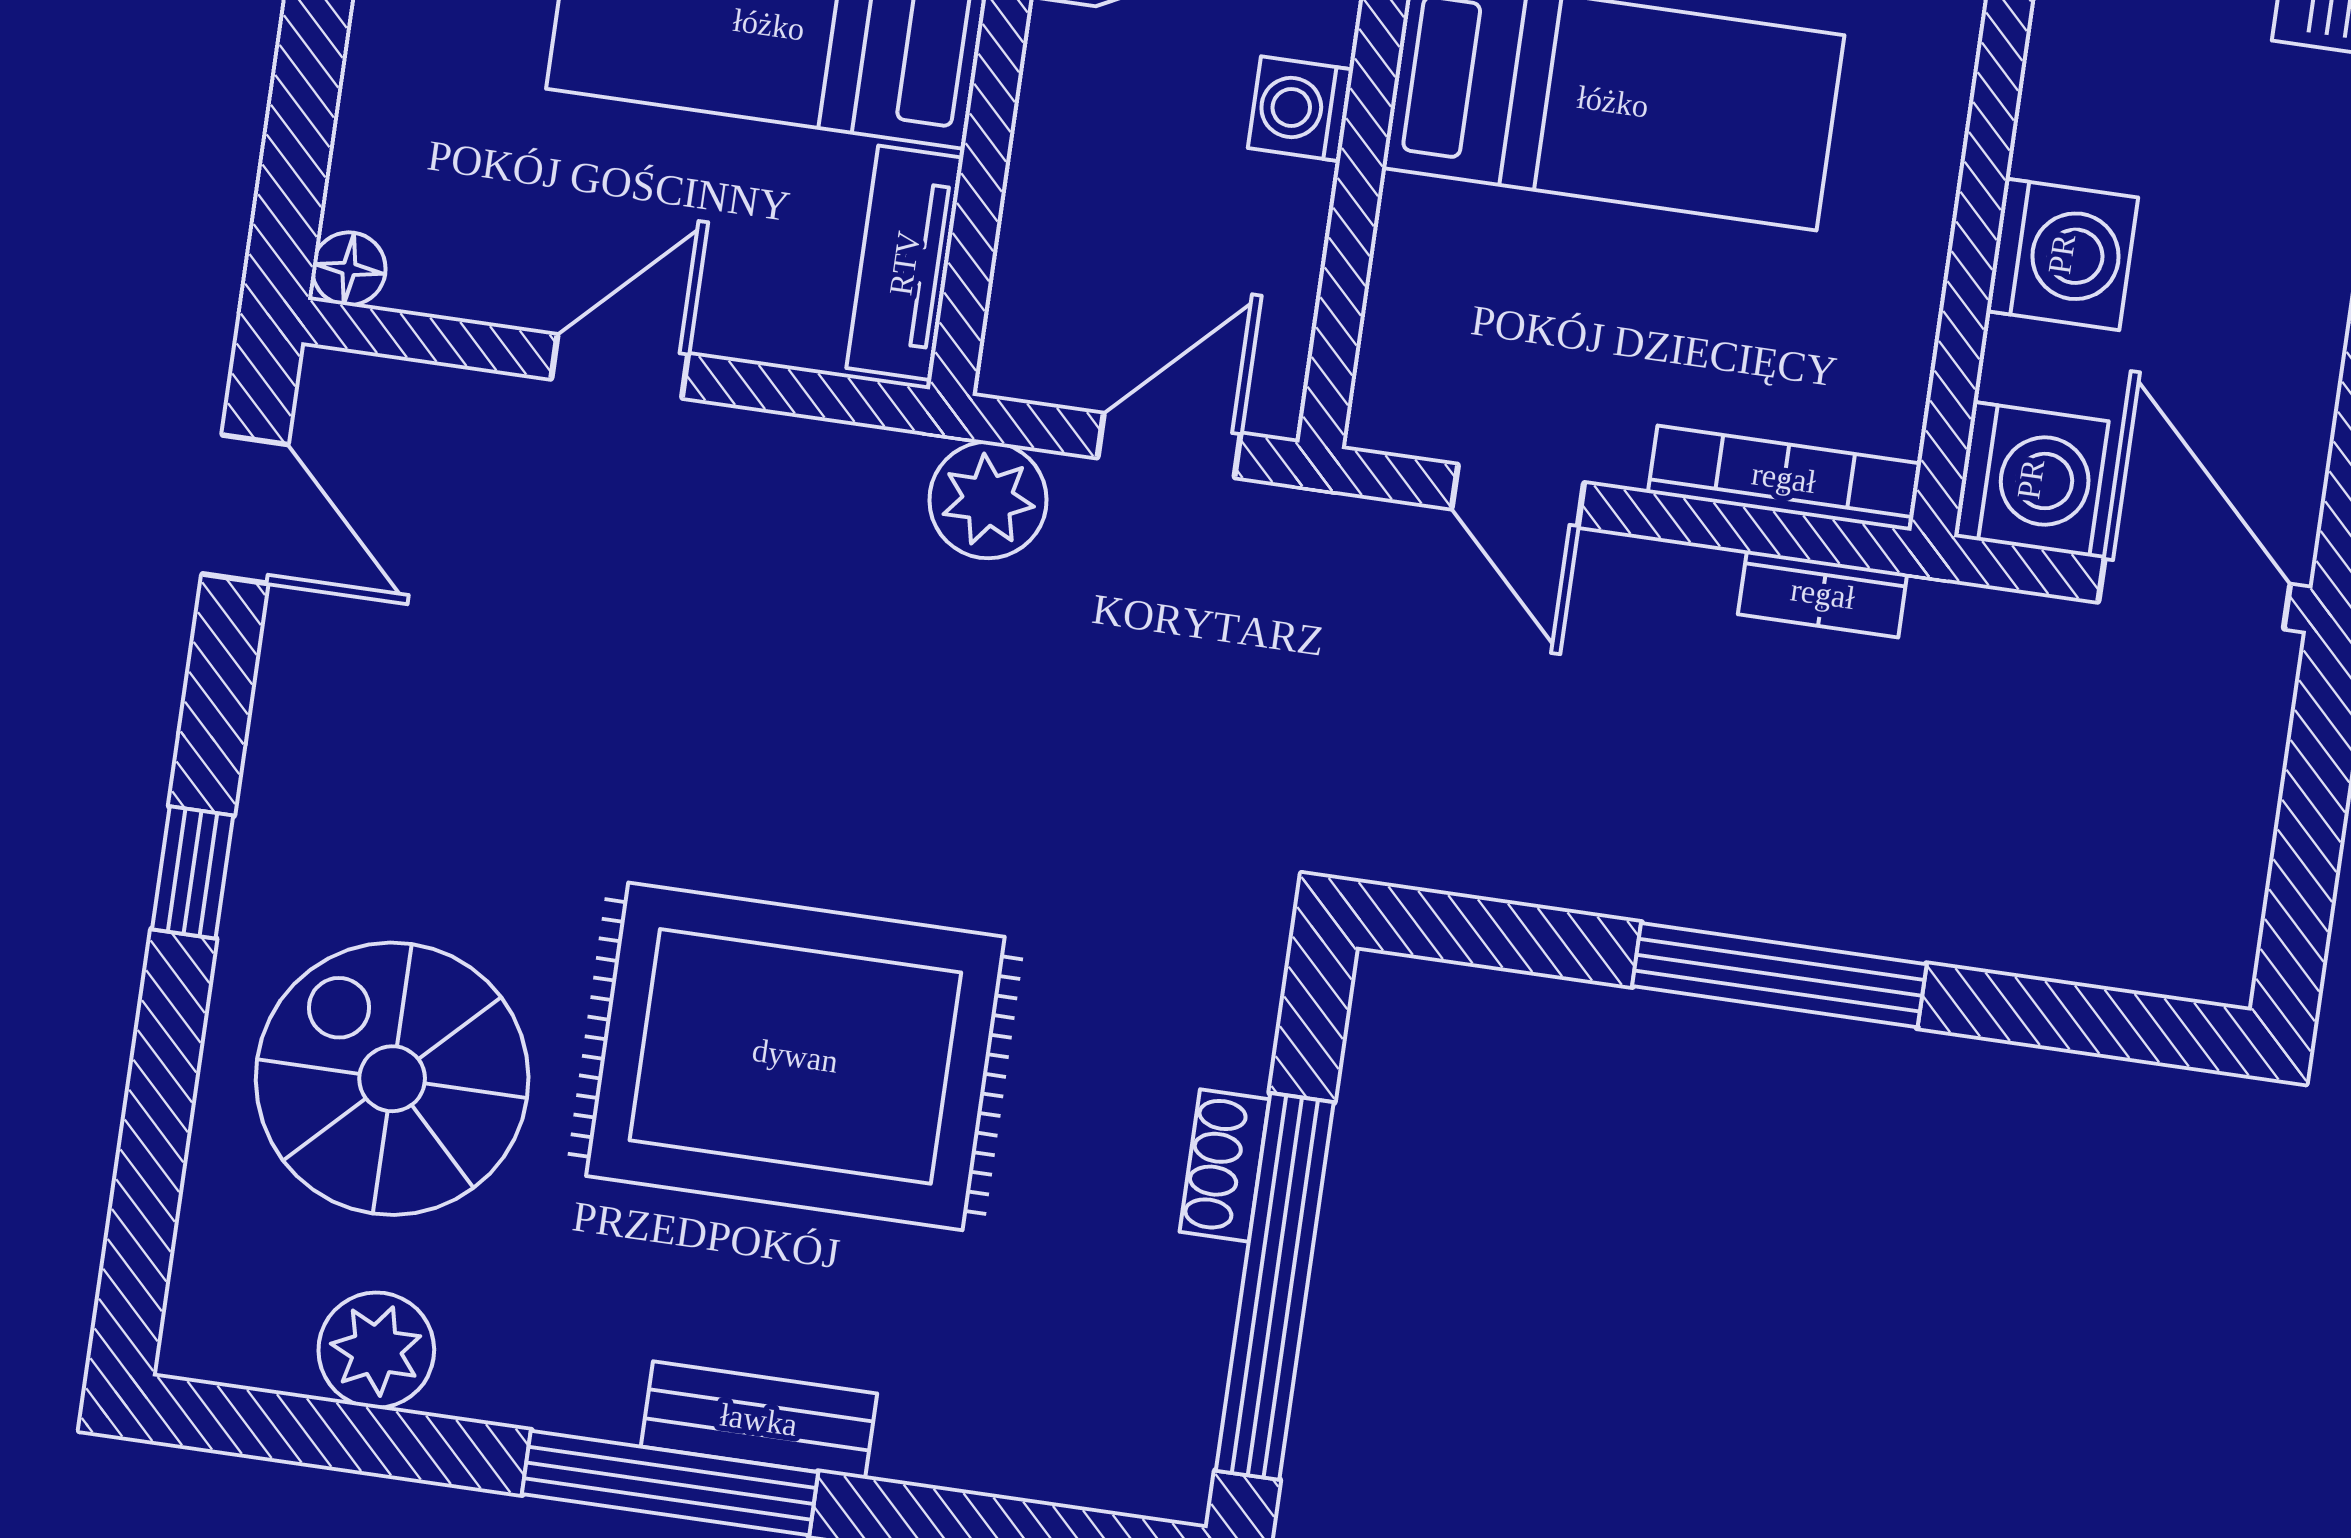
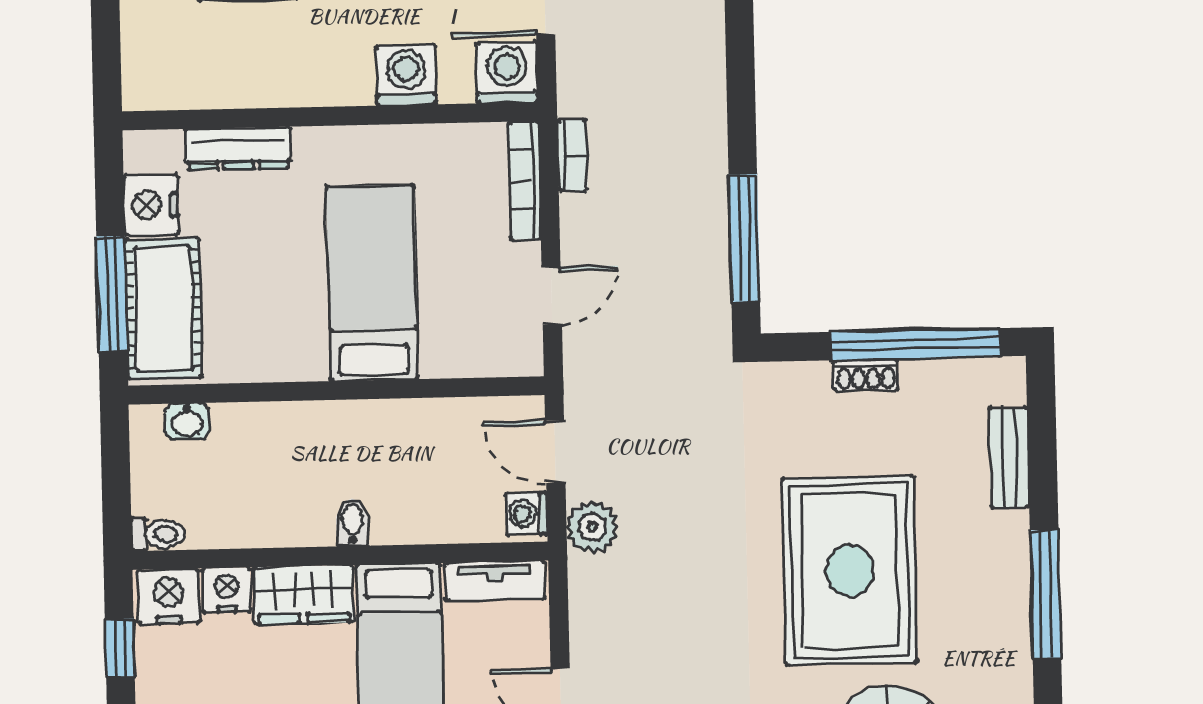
washing machine: (1300, 109) -> (527, 514), moved, turned 90
window: (1779, 975) -> (744, 238), moved
bench: (759, 1420) -> (1009, 457), moved

